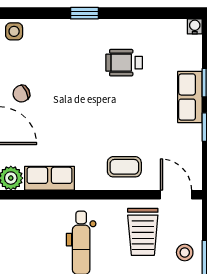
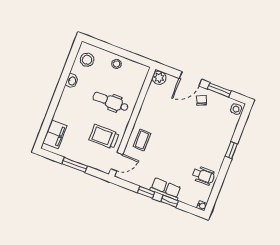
wheelchair: (124, 63) -> (203, 176), moved, turned 90
row of seats: (49, 178) -> (151, 98), removed
stool: (185, 252) -> (117, 64), moved

